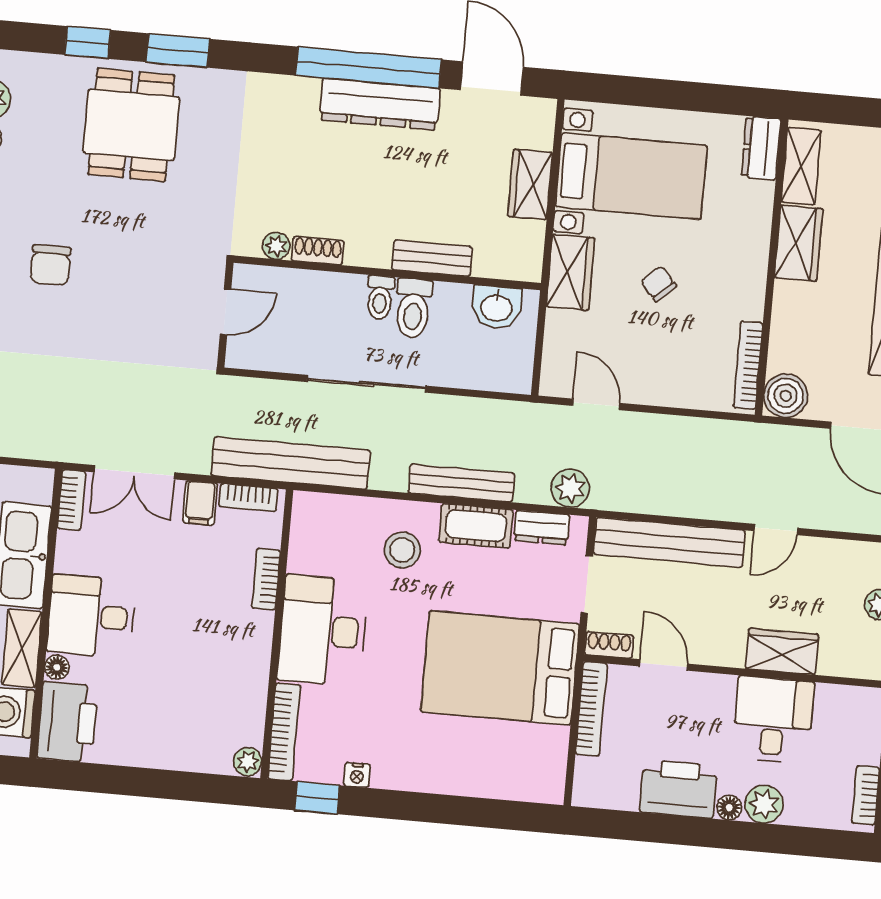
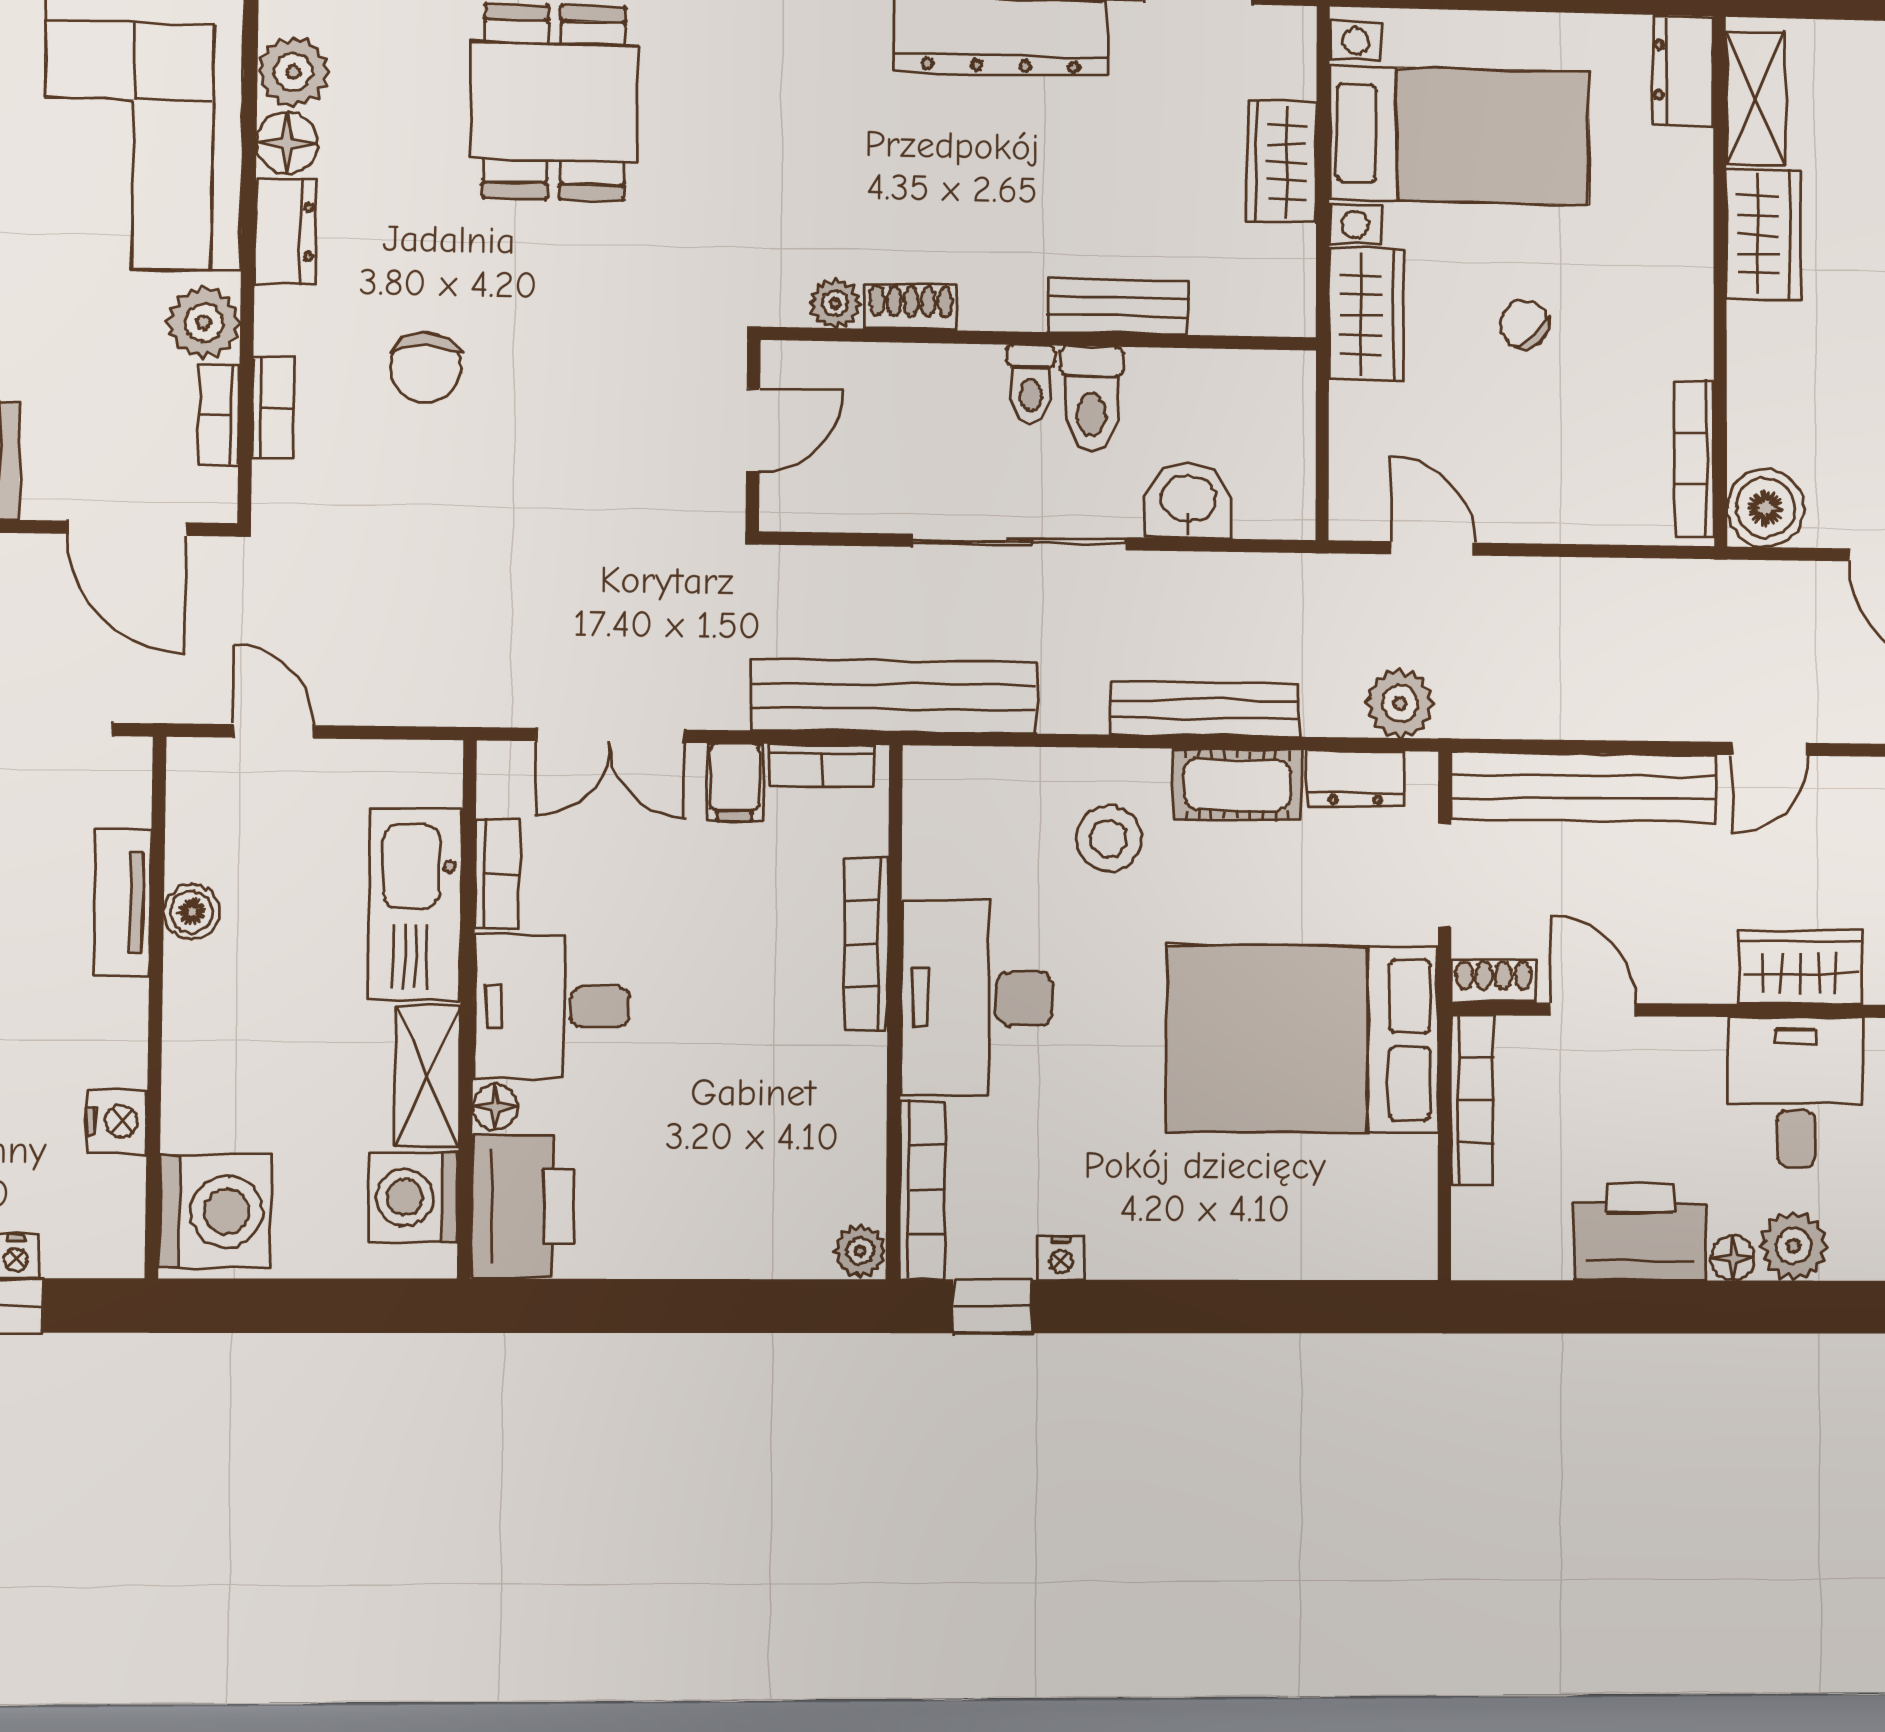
washbasin: (497, 307) -> (1188, 501), moved, turned 180
bookcase: (71, 500) -> (497, 874), moved
bookcase: (266, 579) -> (866, 944), width x1.56

